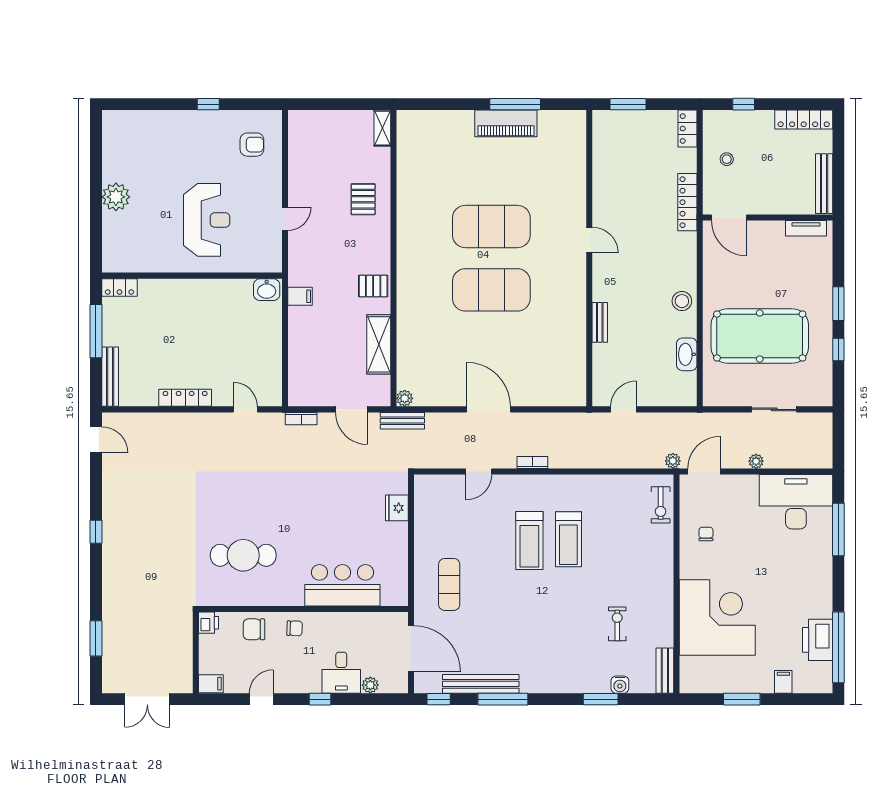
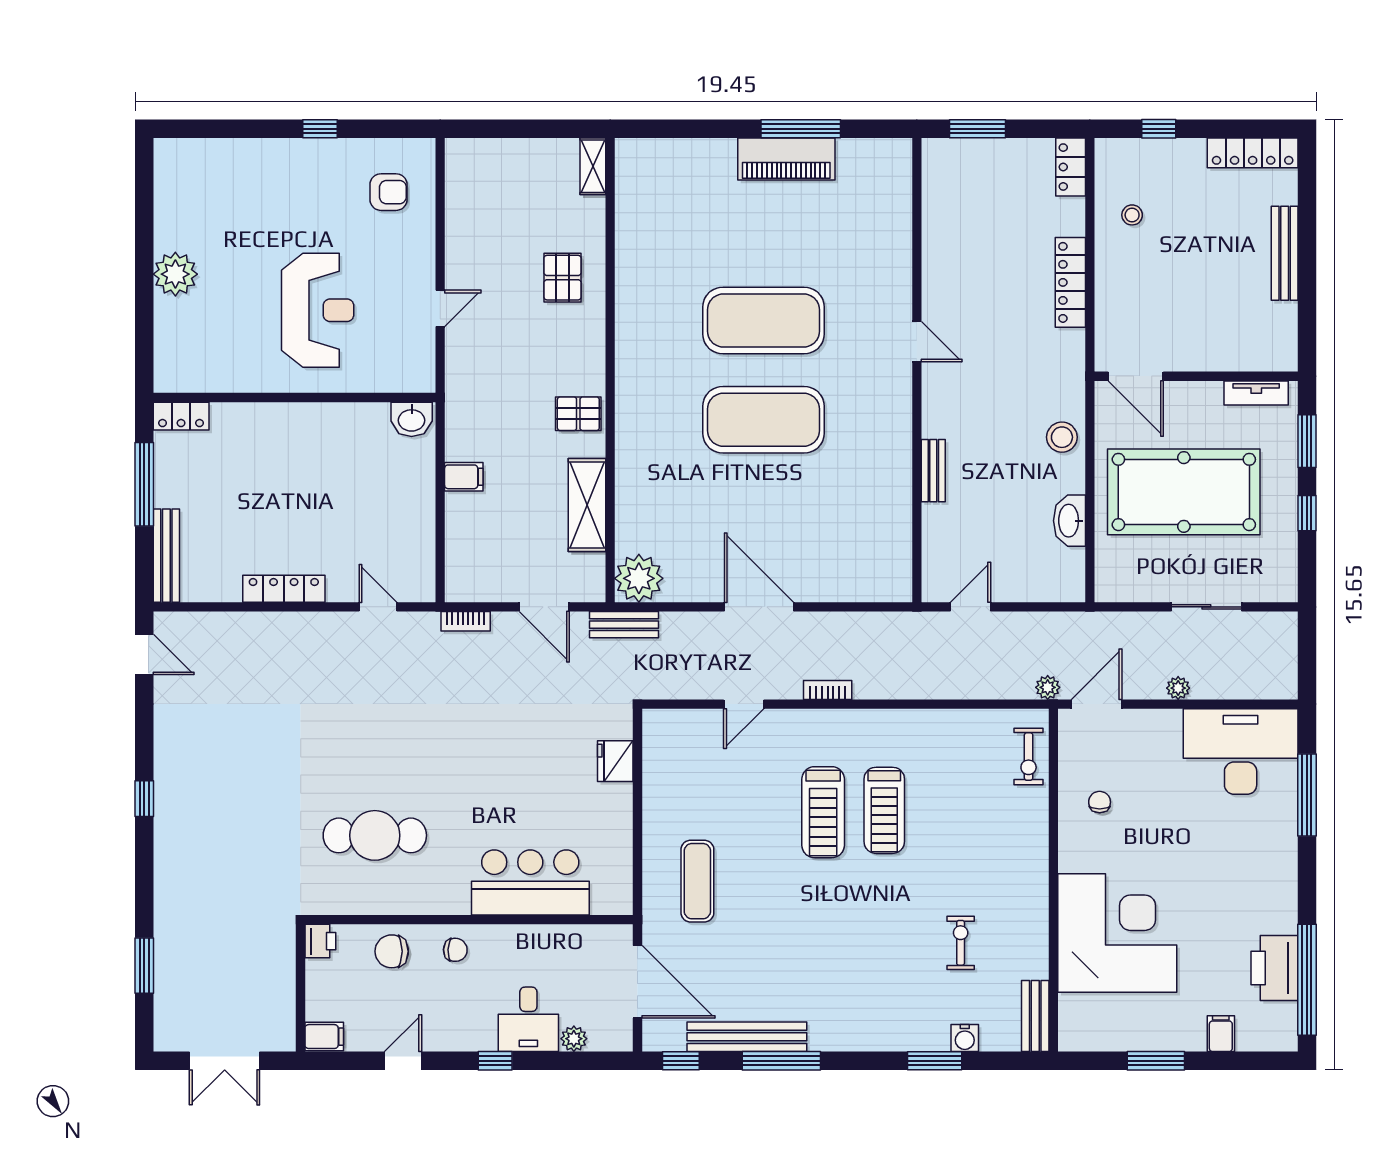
door: (729, 218) -> (1136, 376), moved
wall: (768, 218) -> (1196, 376), moved
tv unit: (806, 228) -> (1256, 393), moved
filing cabinet: (300, 296) -> (464, 477), moved
plant: (405, 398) -> (639, 578), width x1.87, depth x1.87

